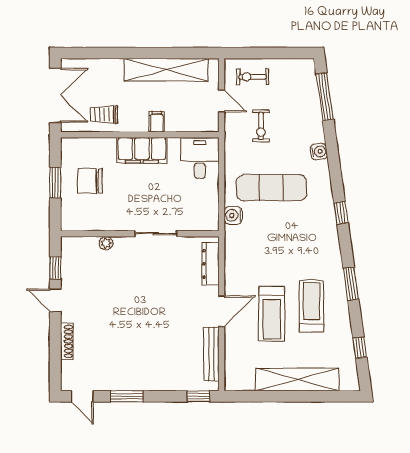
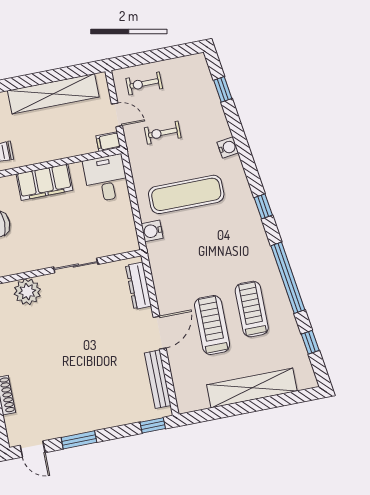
window: (325, 97) -> (223, 89), width x0.46
filing cabinet: (157, 122) -> (108, 142), moved, turned -90
exercise bike: (261, 126) -> (163, 133), turned 90
plant: (106, 243) -> (27, 292), width x1.88, depth x1.88
window: (351, 284) -> (288, 278), width x2.11
treadmill: (272, 314) -> (212, 325), turned 180

